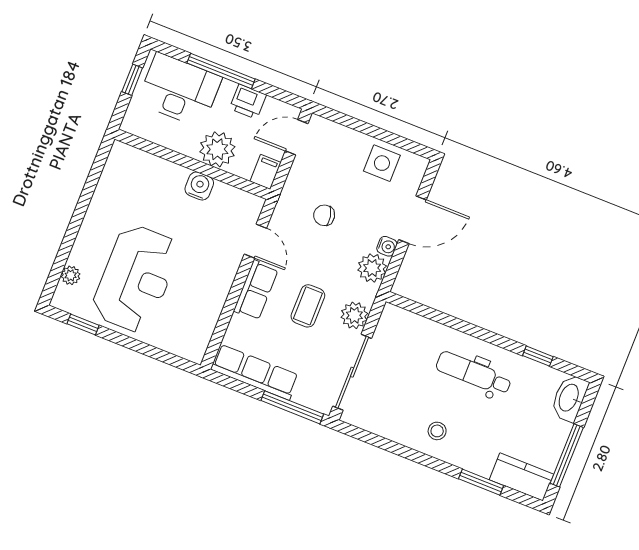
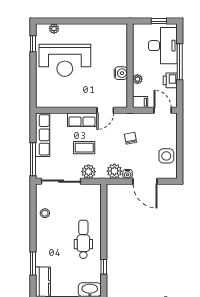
plant: (217, 149) -> (138, 79), width x0.53, depth x0.53
stool: (437, 431) -> (45, 213), moved

